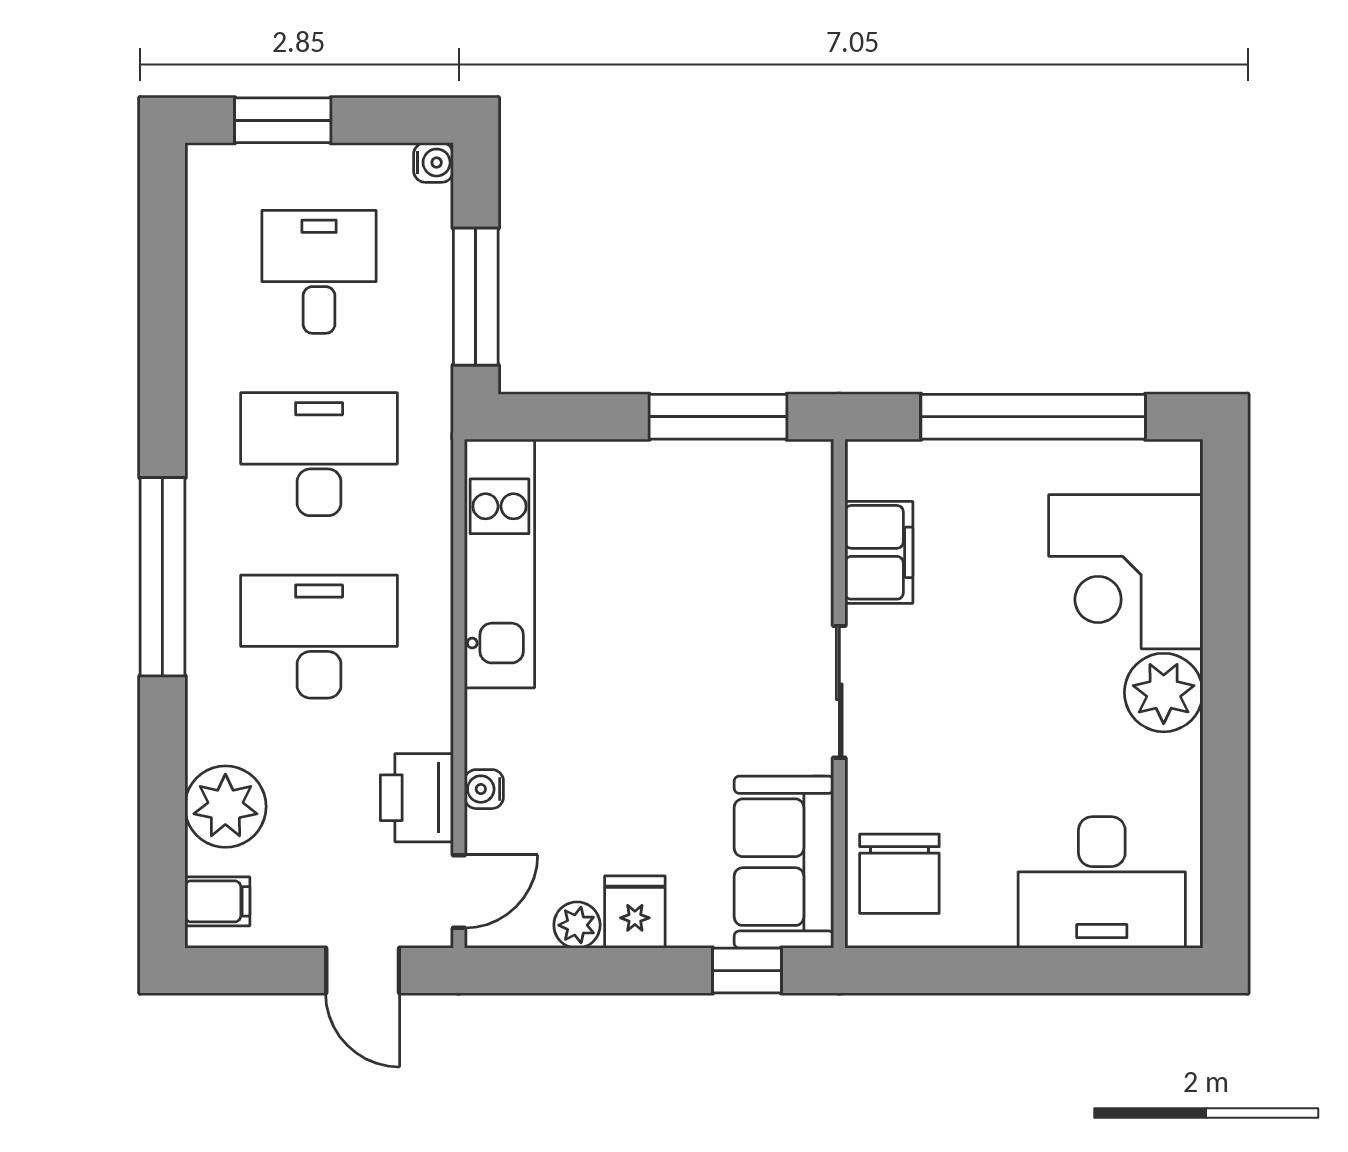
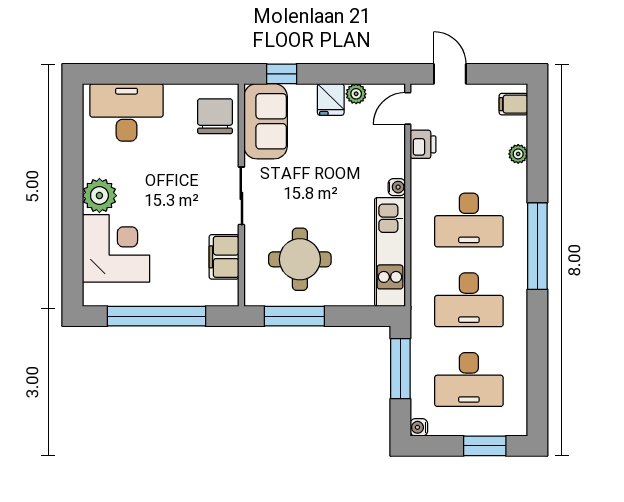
desk: (319, 272) -> (469, 380), width x1.37
round table: (705, 547) -> (300, 259), added
water cooler: (484, 789) -> (397, 187), moved
printer: (417, 798) -> (423, 144), width x0.73, depth x0.81
plant: (225, 807) -> (518, 154), width x0.53, depth x0.53

